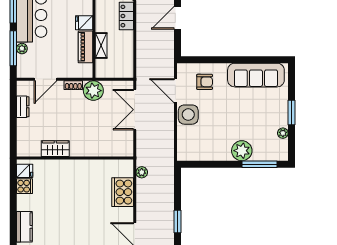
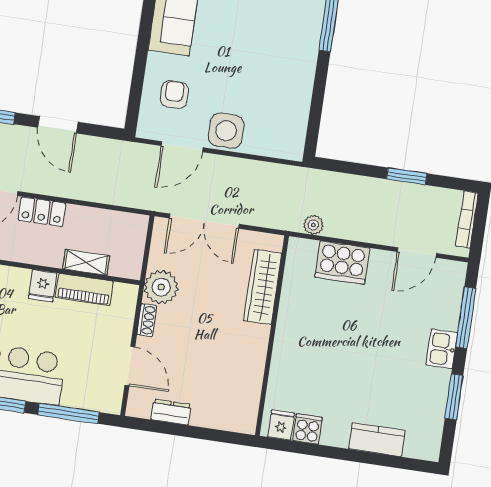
plant: (22, 49) -> (71, 399), removed
wardrobe: (55, 149) -> (263, 287), moved, width x1.50
plant: (242, 151) -> (302, 48), removed

